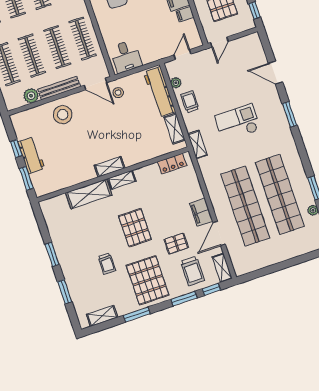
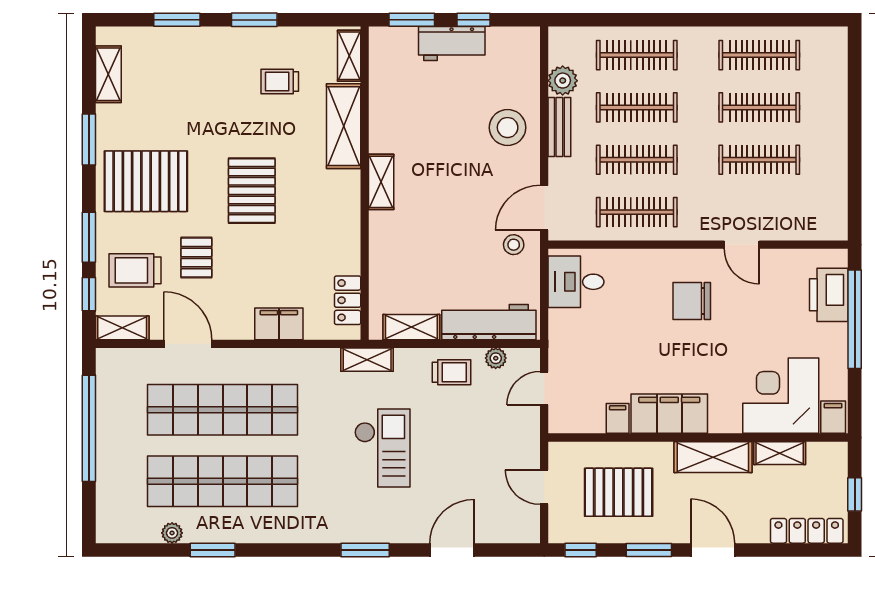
door: (219, 42) -> (544, 487), moved
door: (182, 55) -> (544, 388), swing flipped
bench: (59, 88) -> (559, 127), width x0.73
shelving: (122, 180) -> (349, 56), moved
filing cabinet: (201, 212) -> (279, 324), moved
pallet: (135, 228) -> (252, 191), turned 90
trolley: (107, 264) -> (280, 82), moved
window: (276, 267) -> (89, 428), added

